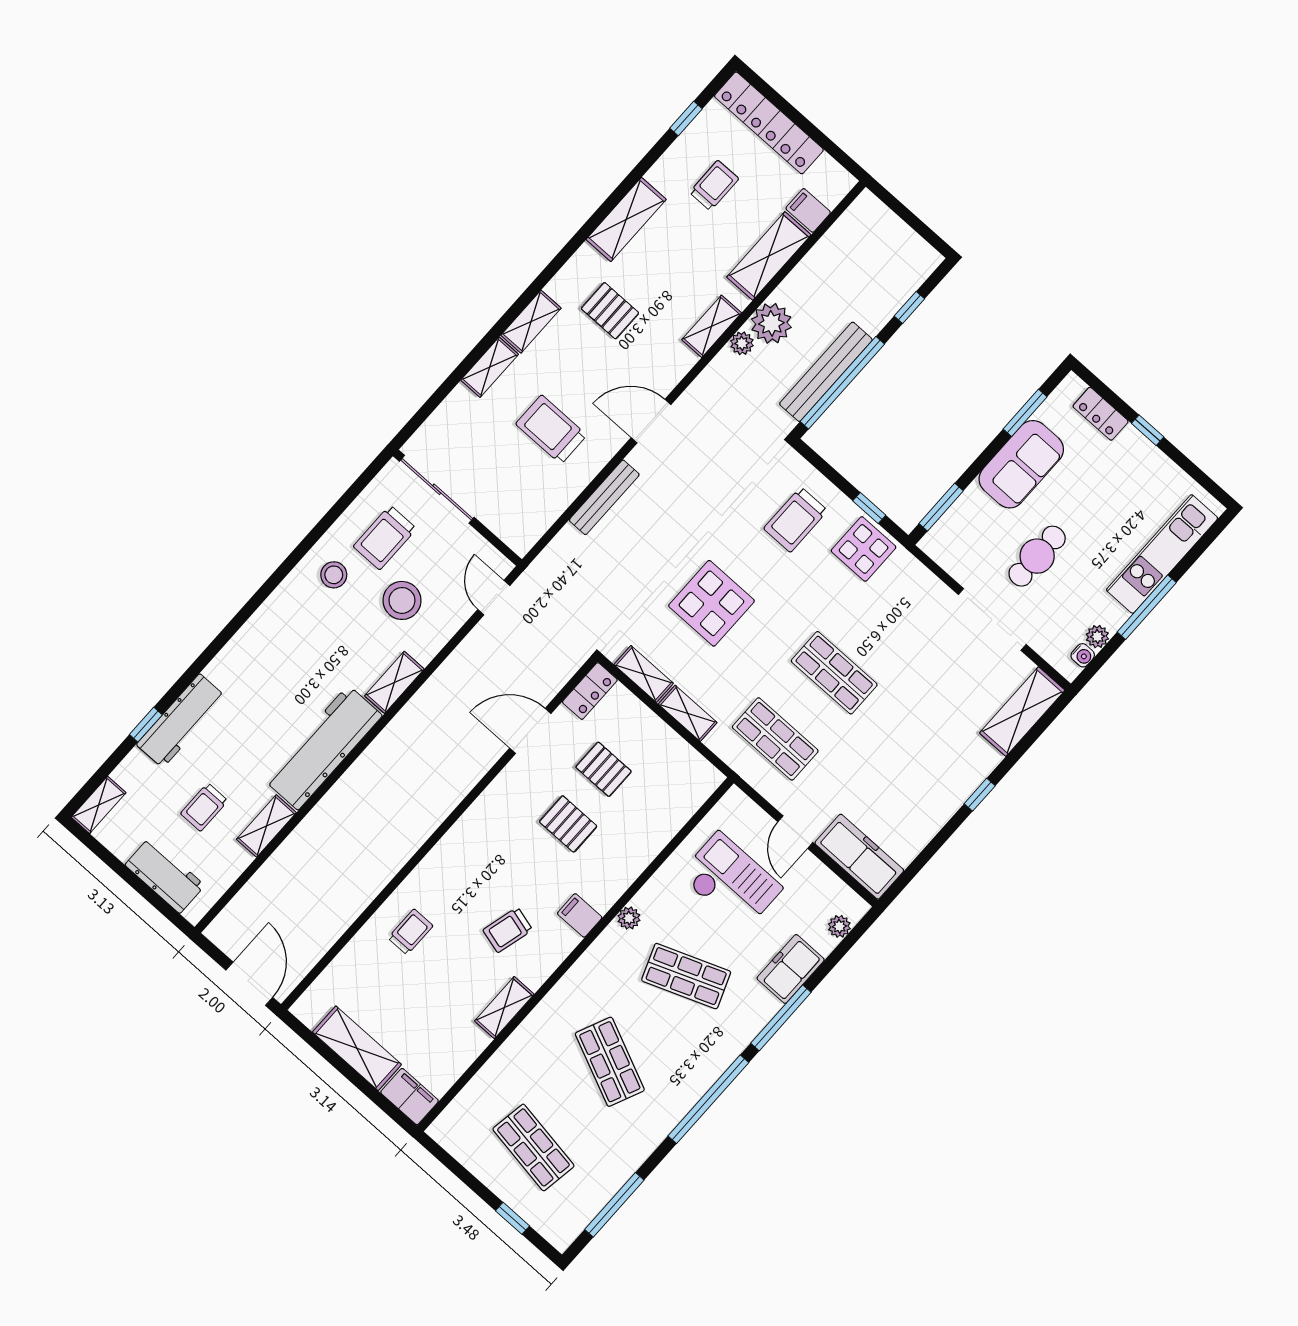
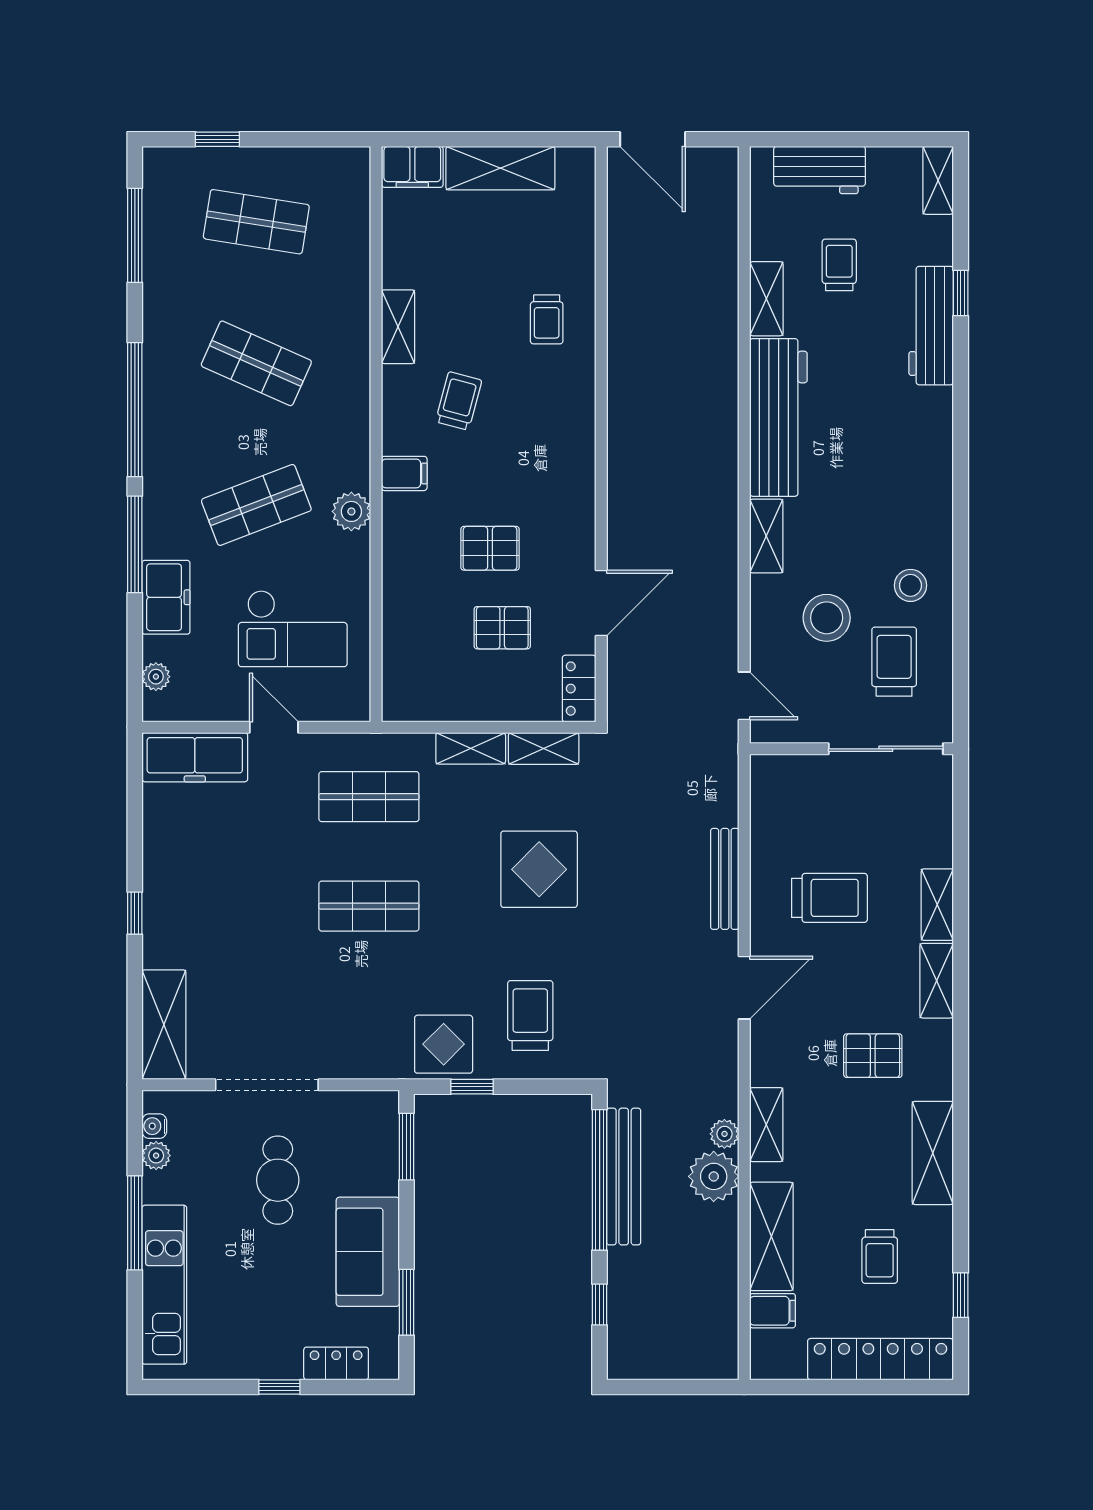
plant: (629, 918) -> (351, 511), width x1.38, depth x1.38

